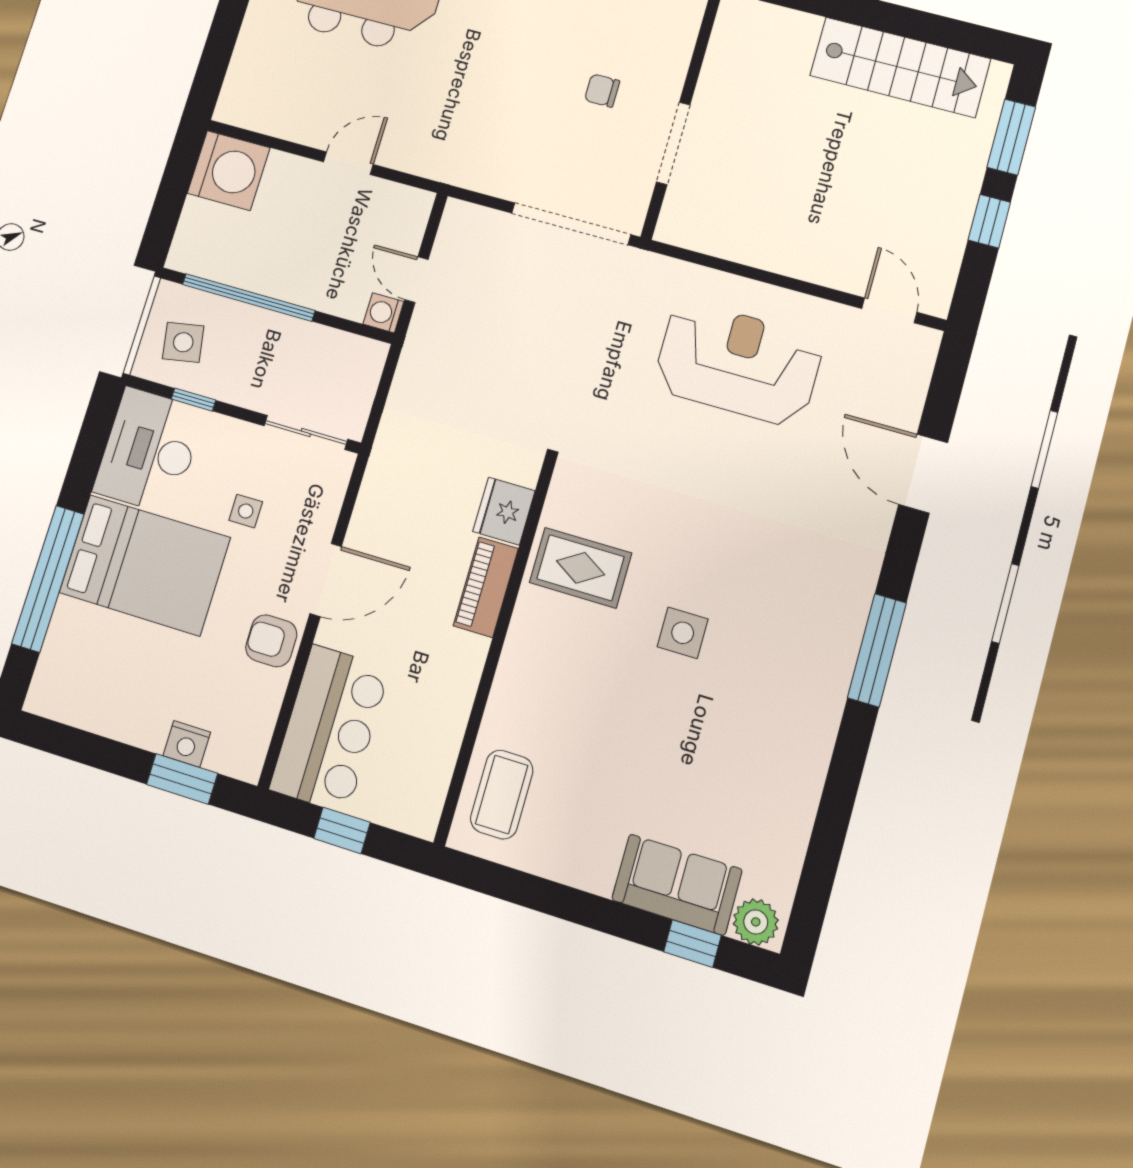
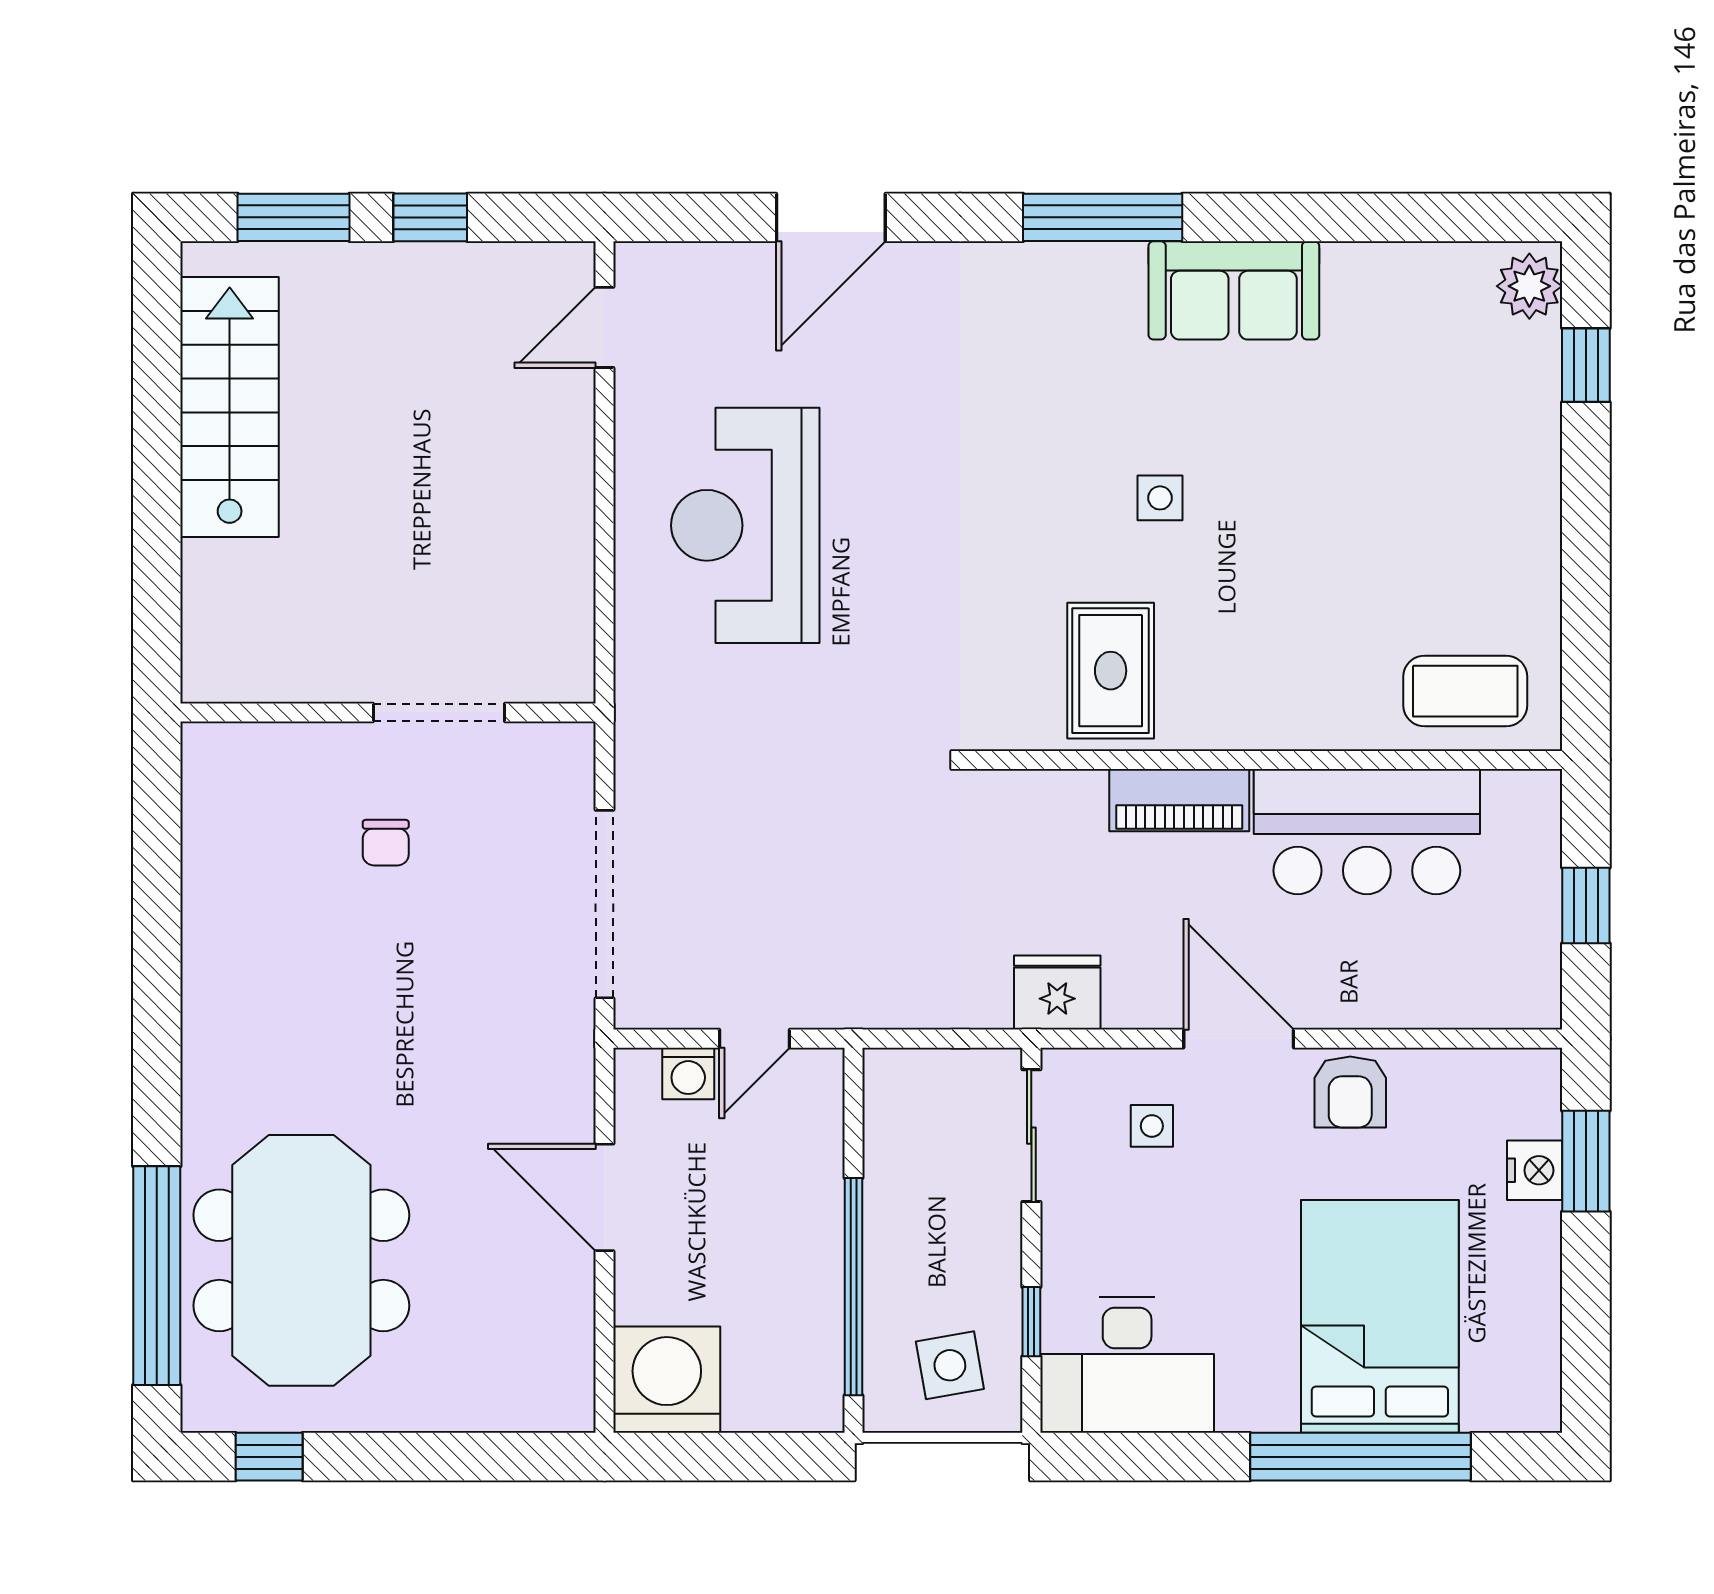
door: (348, 163) -> (604, 1197), width x1.38
doorway: (571, 224) -> (604, 904), moved
washing machine: (383, 313) -> (688, 1073), moved
side table: (246, 511) -> (1152, 1126), moved
fridge: (504, 511) -> (1057, 993), moved, turned 180
bed: (145, 565) -> (1380, 1316), moved
side table: (683, 633) -> (1160, 498), width x0.73, depth x0.73
bar counter: (330, 729) -> (1367, 832), moved, turned 180
sofa: (677, 885) -> (1234, 290), moved, turned -90

